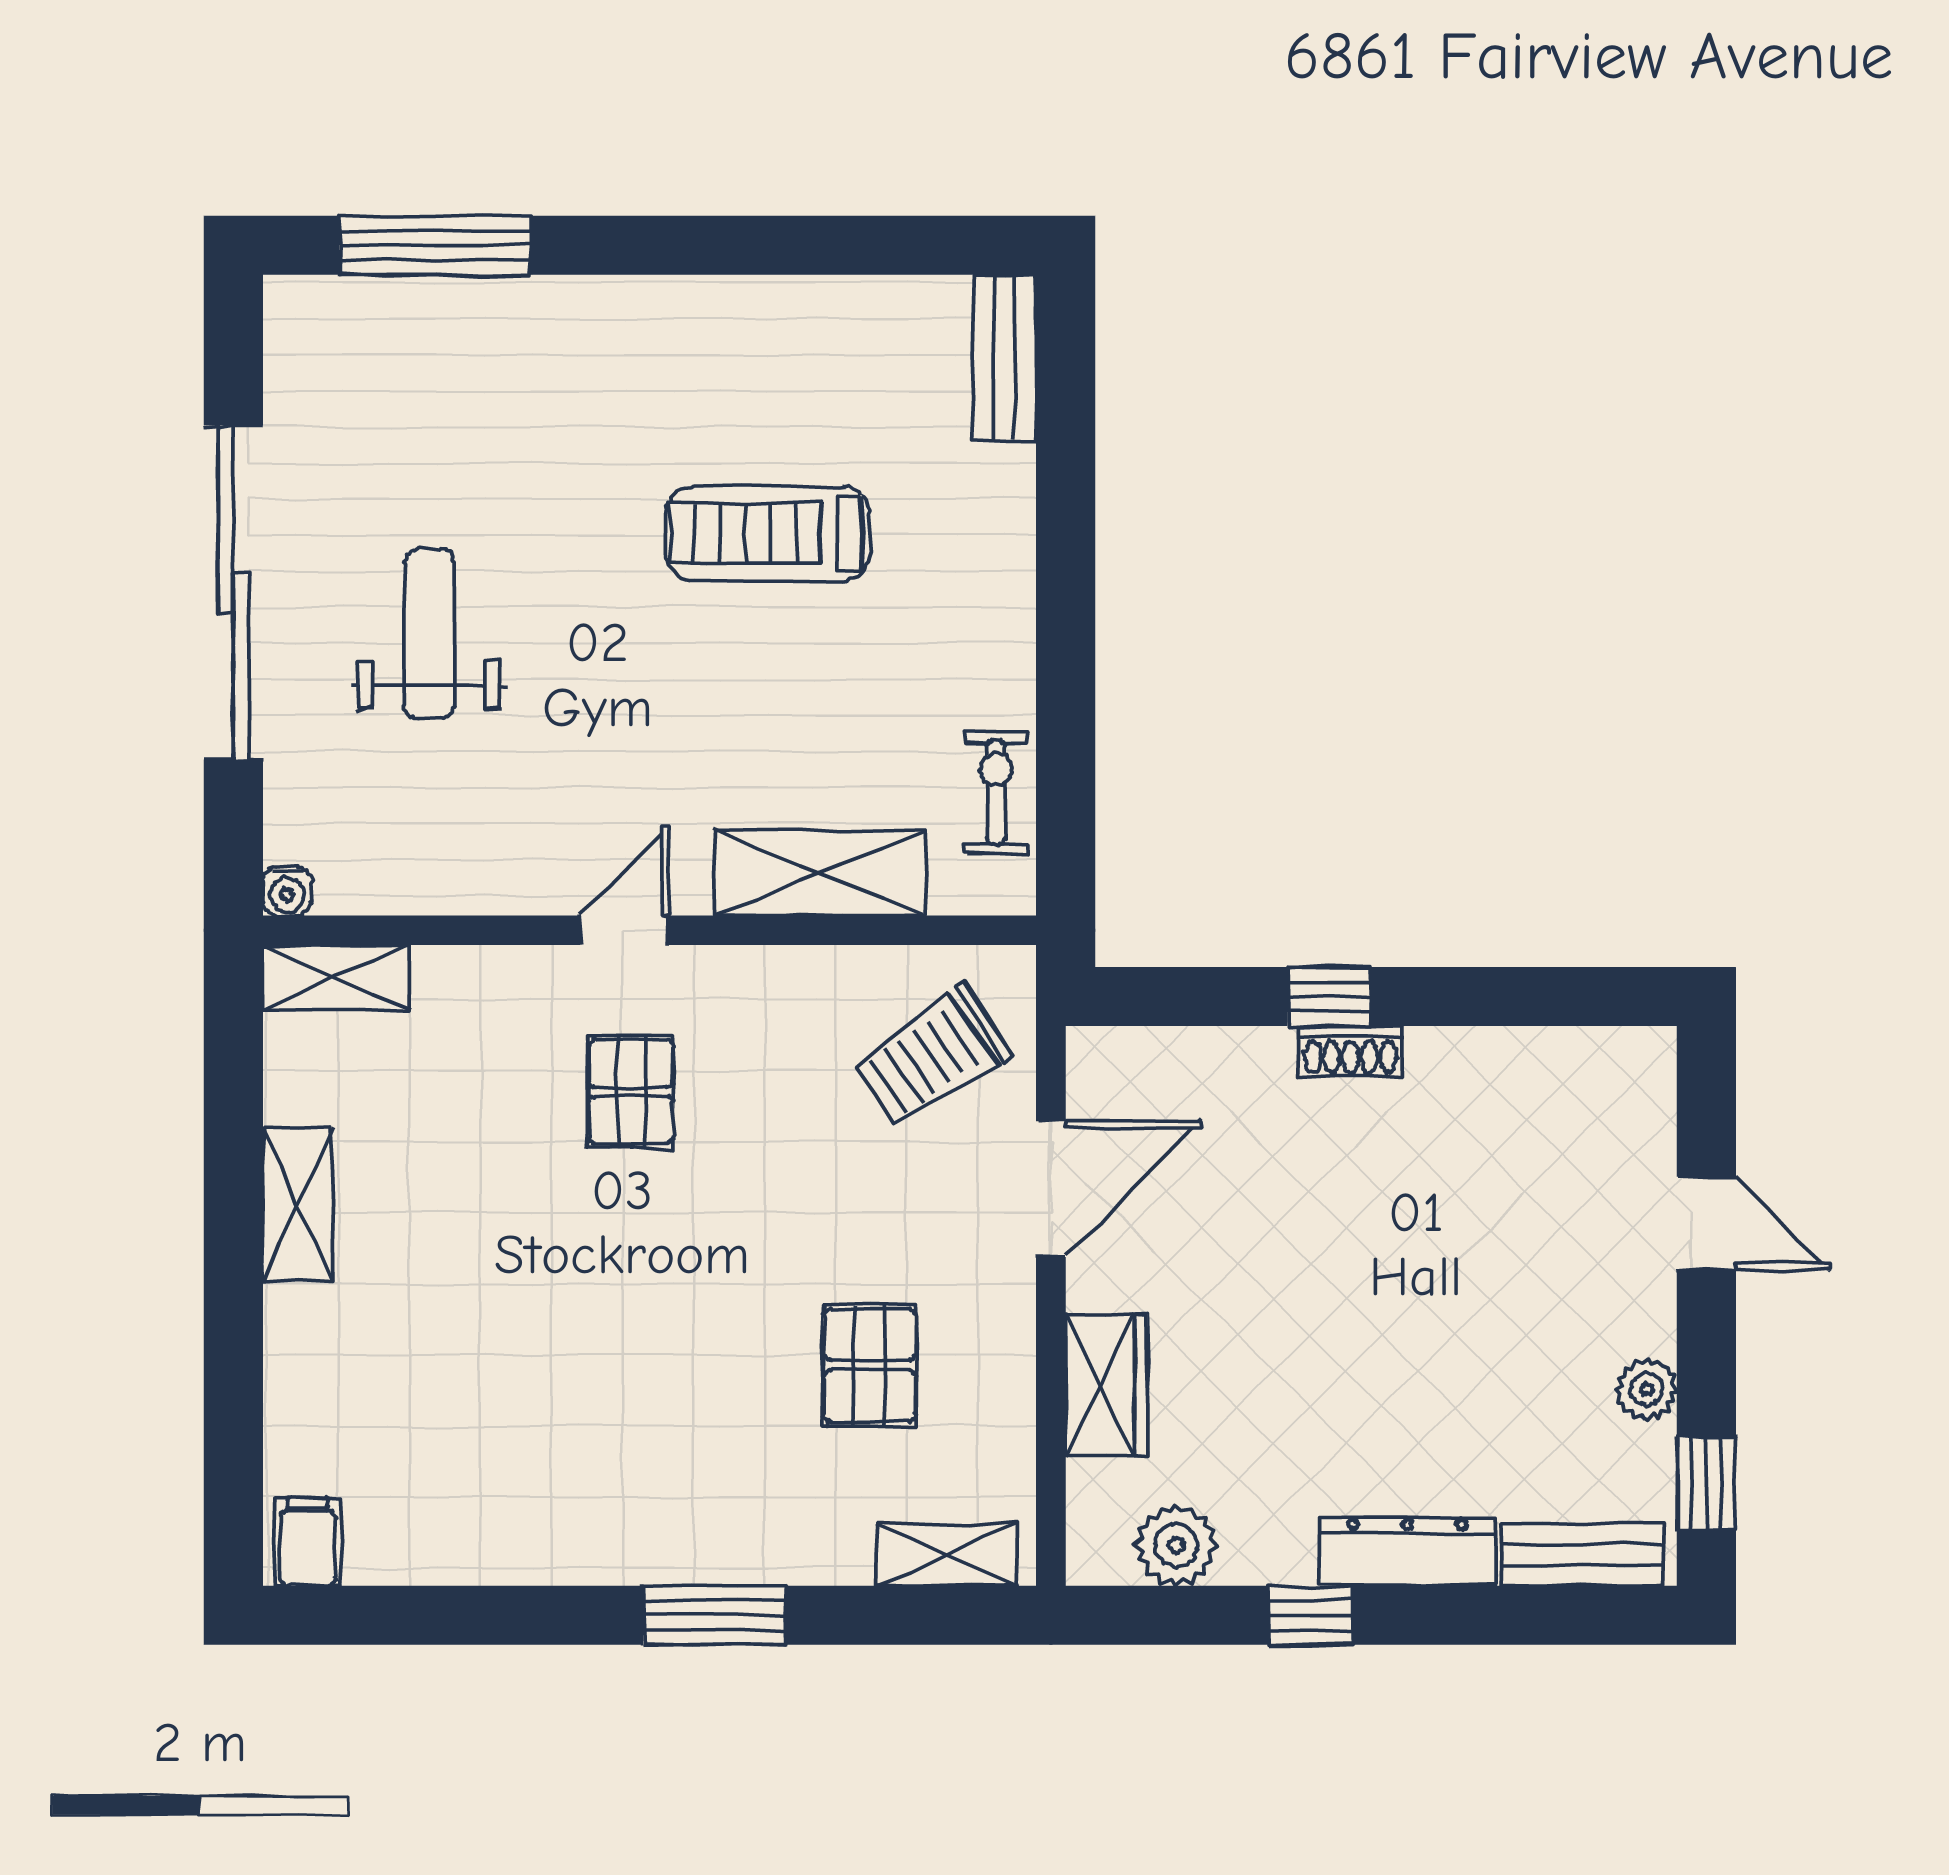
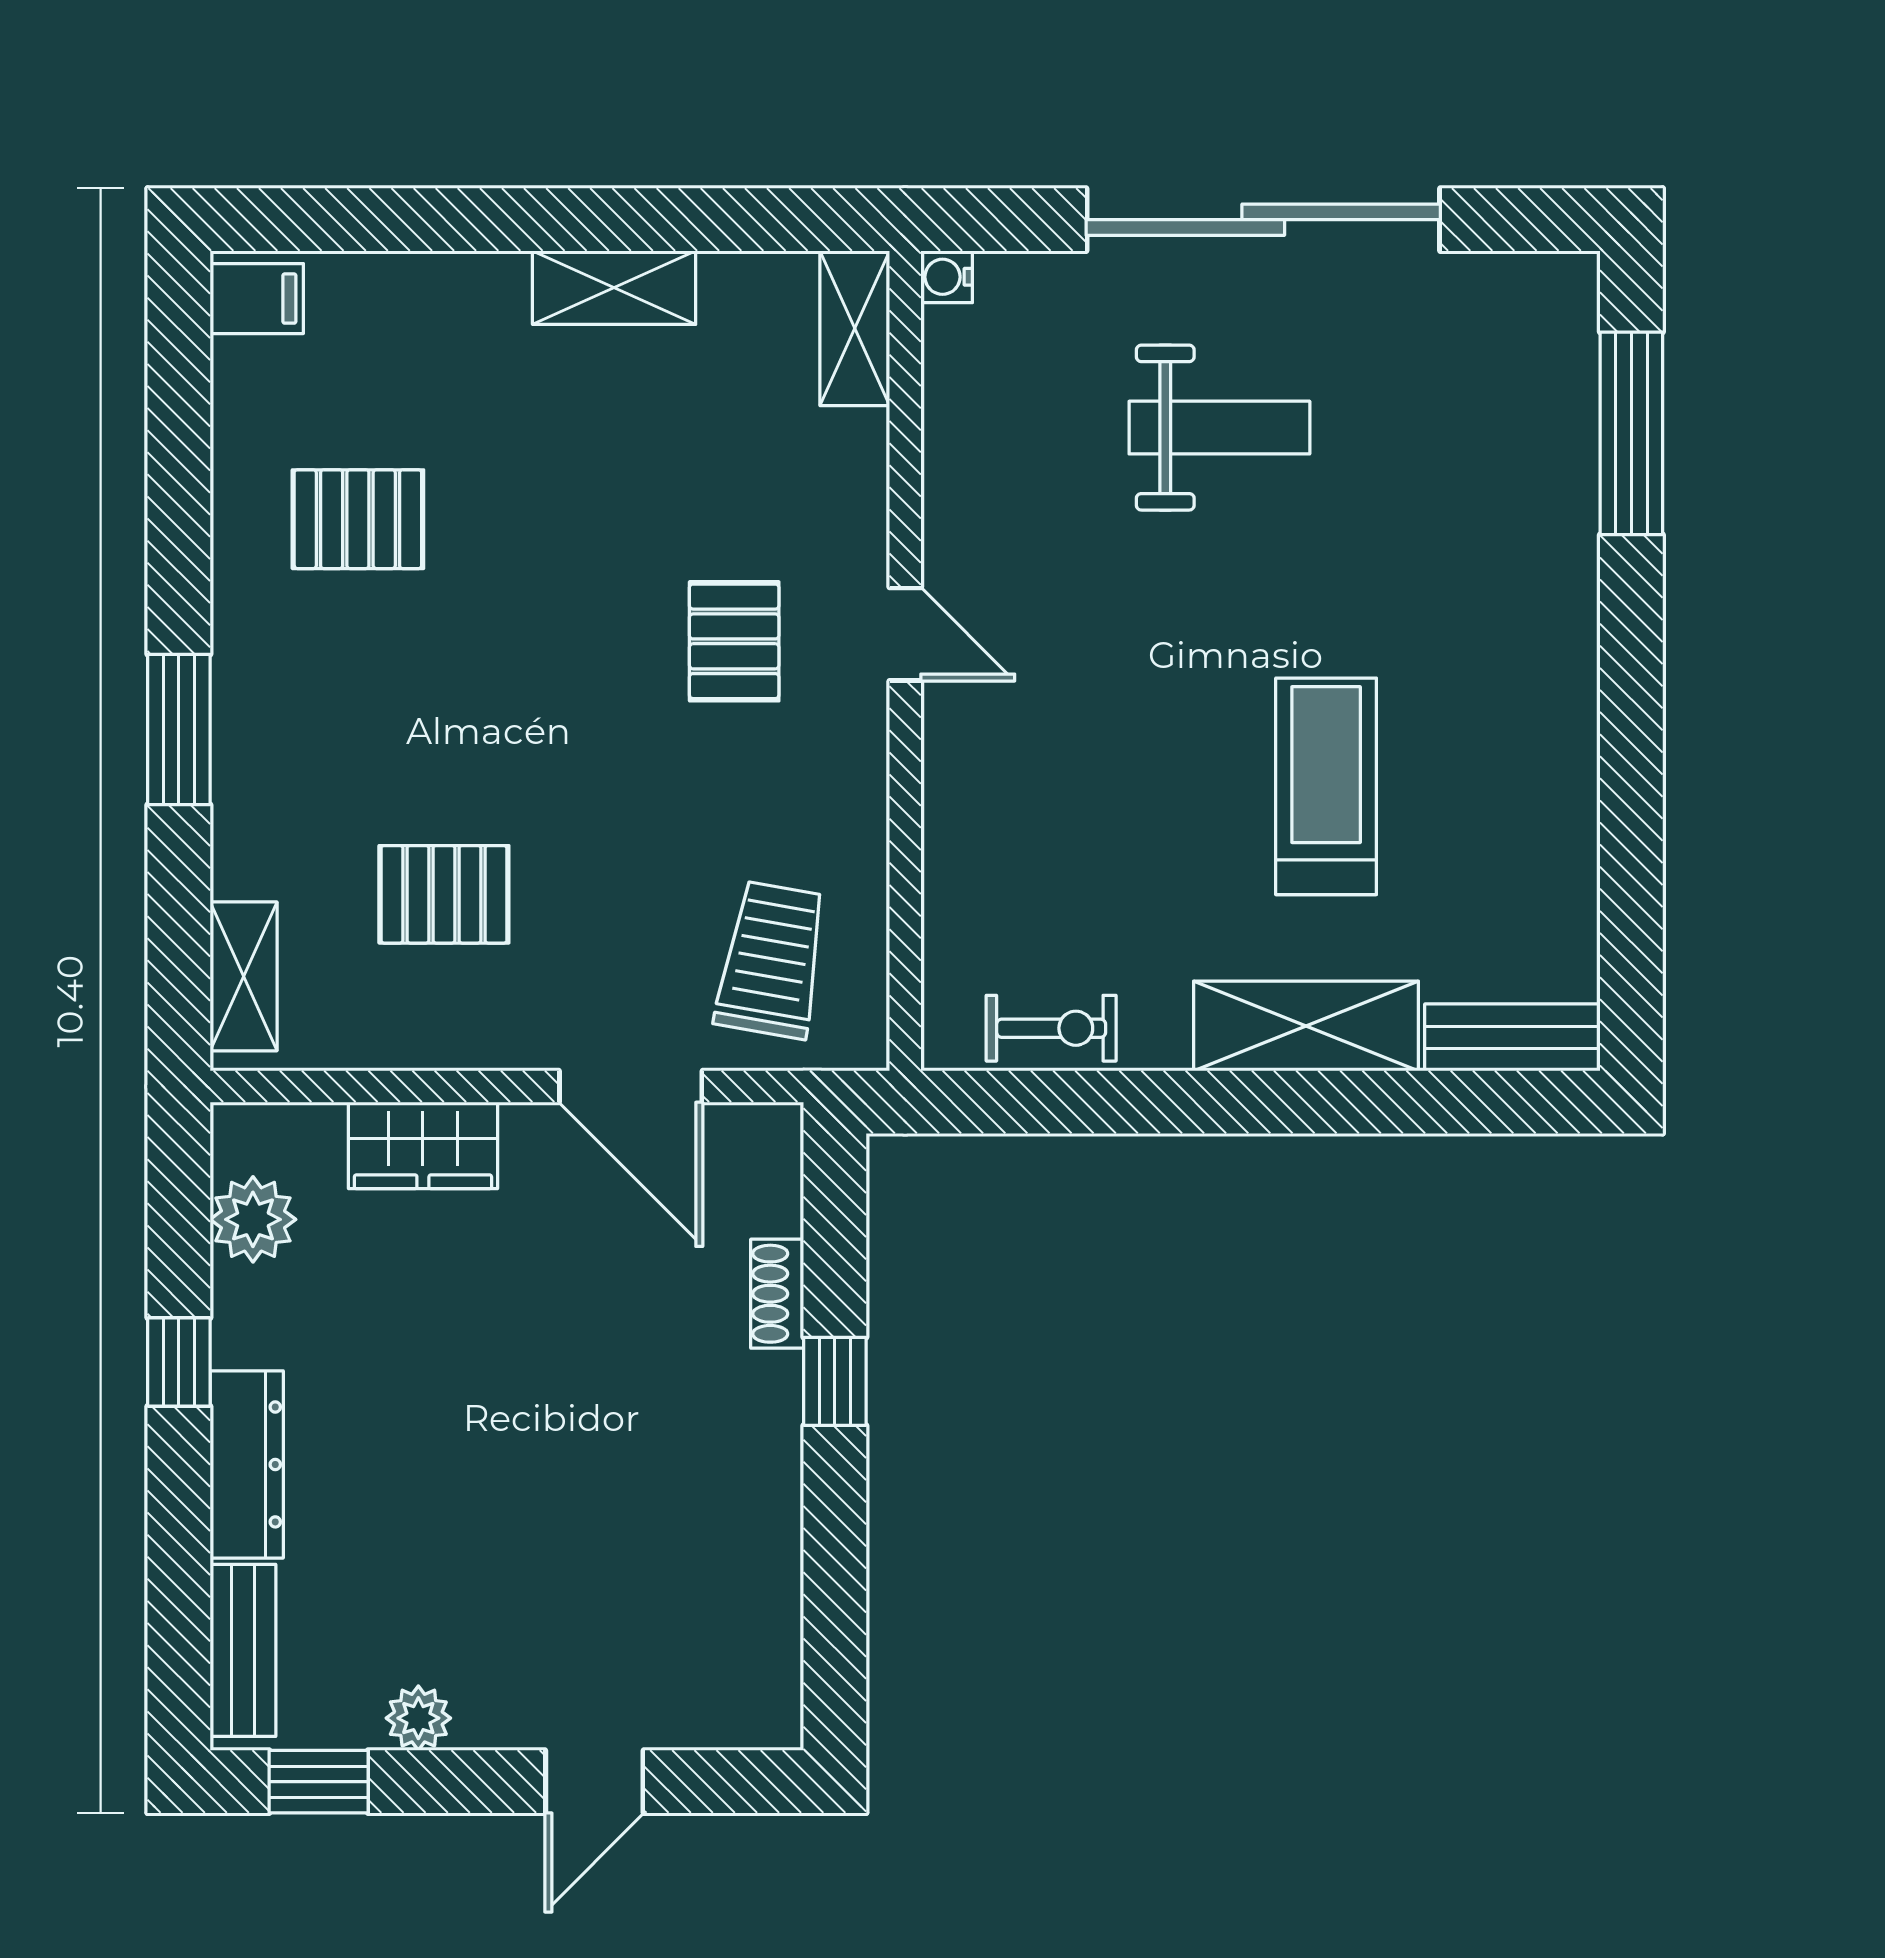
shelving: (820, 873) -> (1306, 1026), moved, turned 90
shoe rack: (1351, 1051) -> (777, 1294), moved
trolley: (932, 1056) -> (772, 960), turned 44
pallet: (631, 1092) -> (734, 641), turned 90
pallet: (516, 1446) -> (358, 519), added

